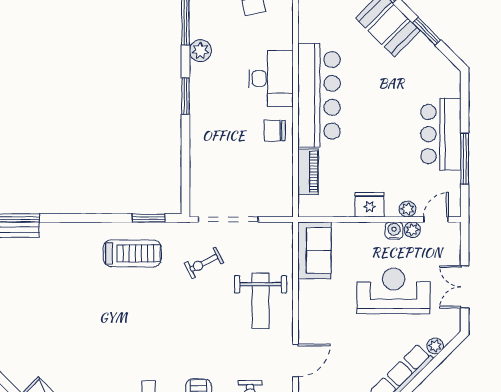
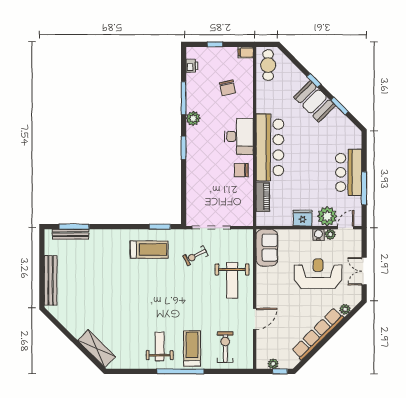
plant: (407, 209) -> (327, 216), width x1.87, depth x1.87

